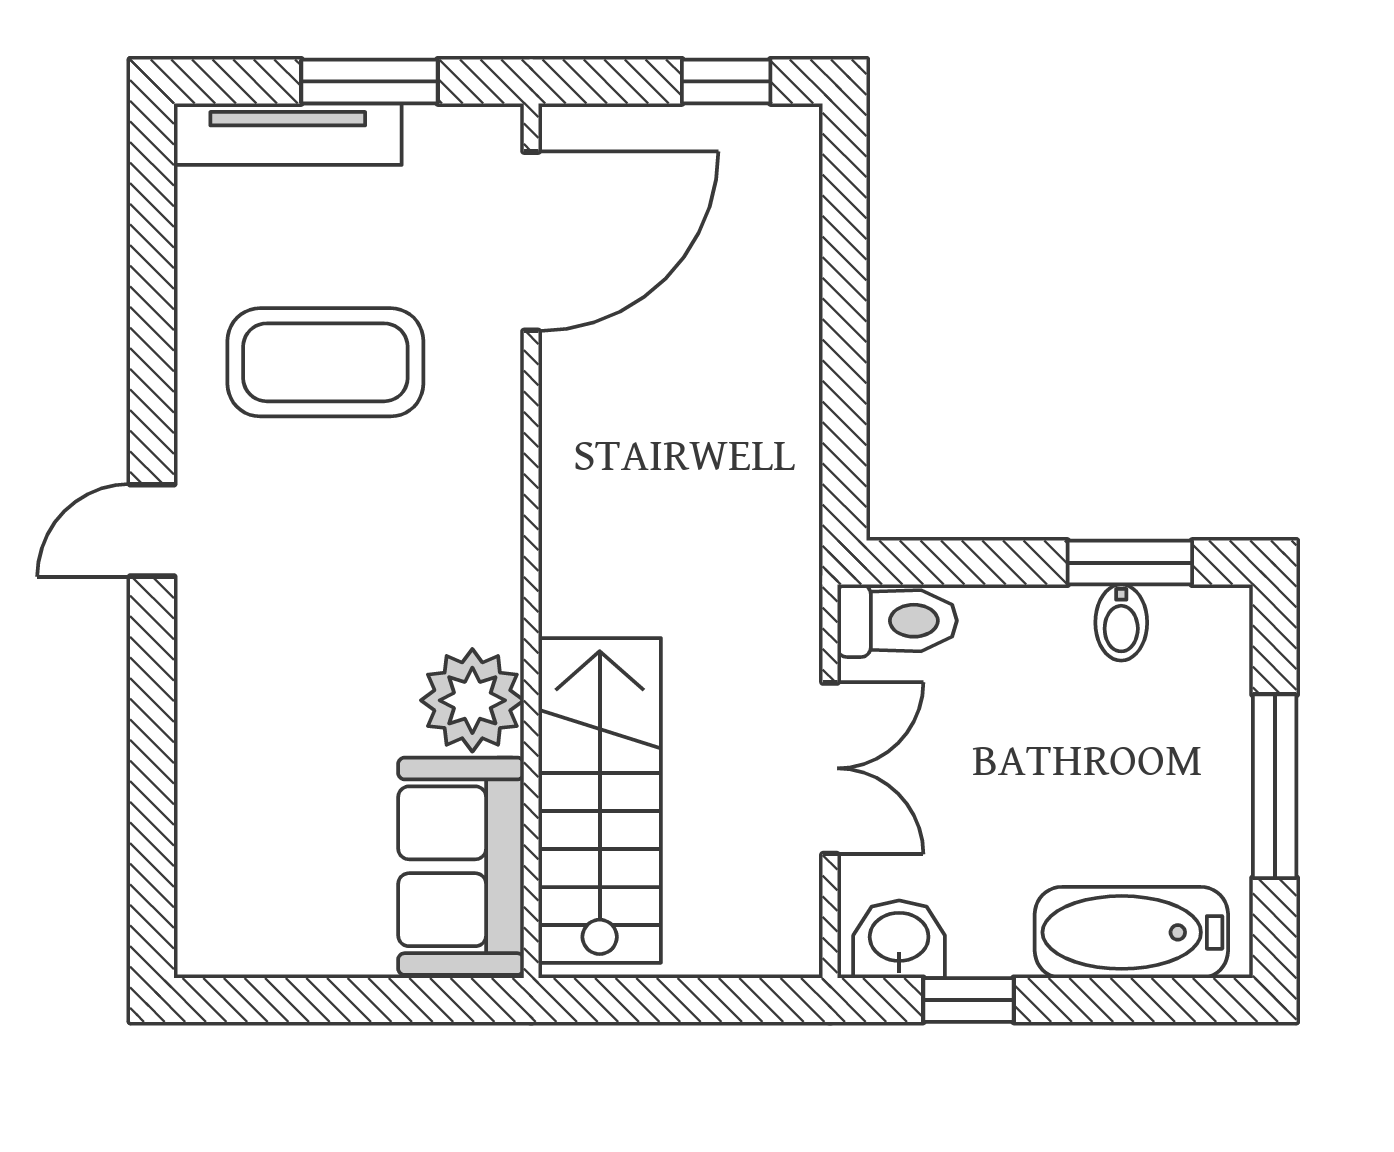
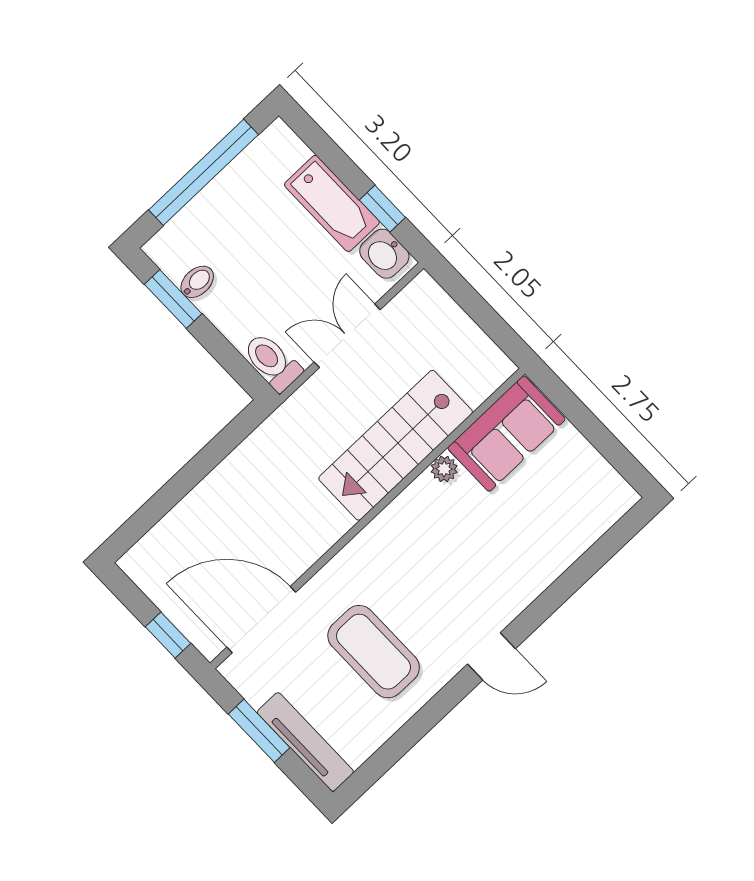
window: (726, 81) -> (168, 635), moved
plant: (472, 700) -> (444, 469), width x0.53, depth x0.53
window: (1275, 786) -> (203, 172), width x1.46
stairs: (600, 800) -> (396, 445), moved
bathtub: (1131, 932) -> (332, 203), moved

